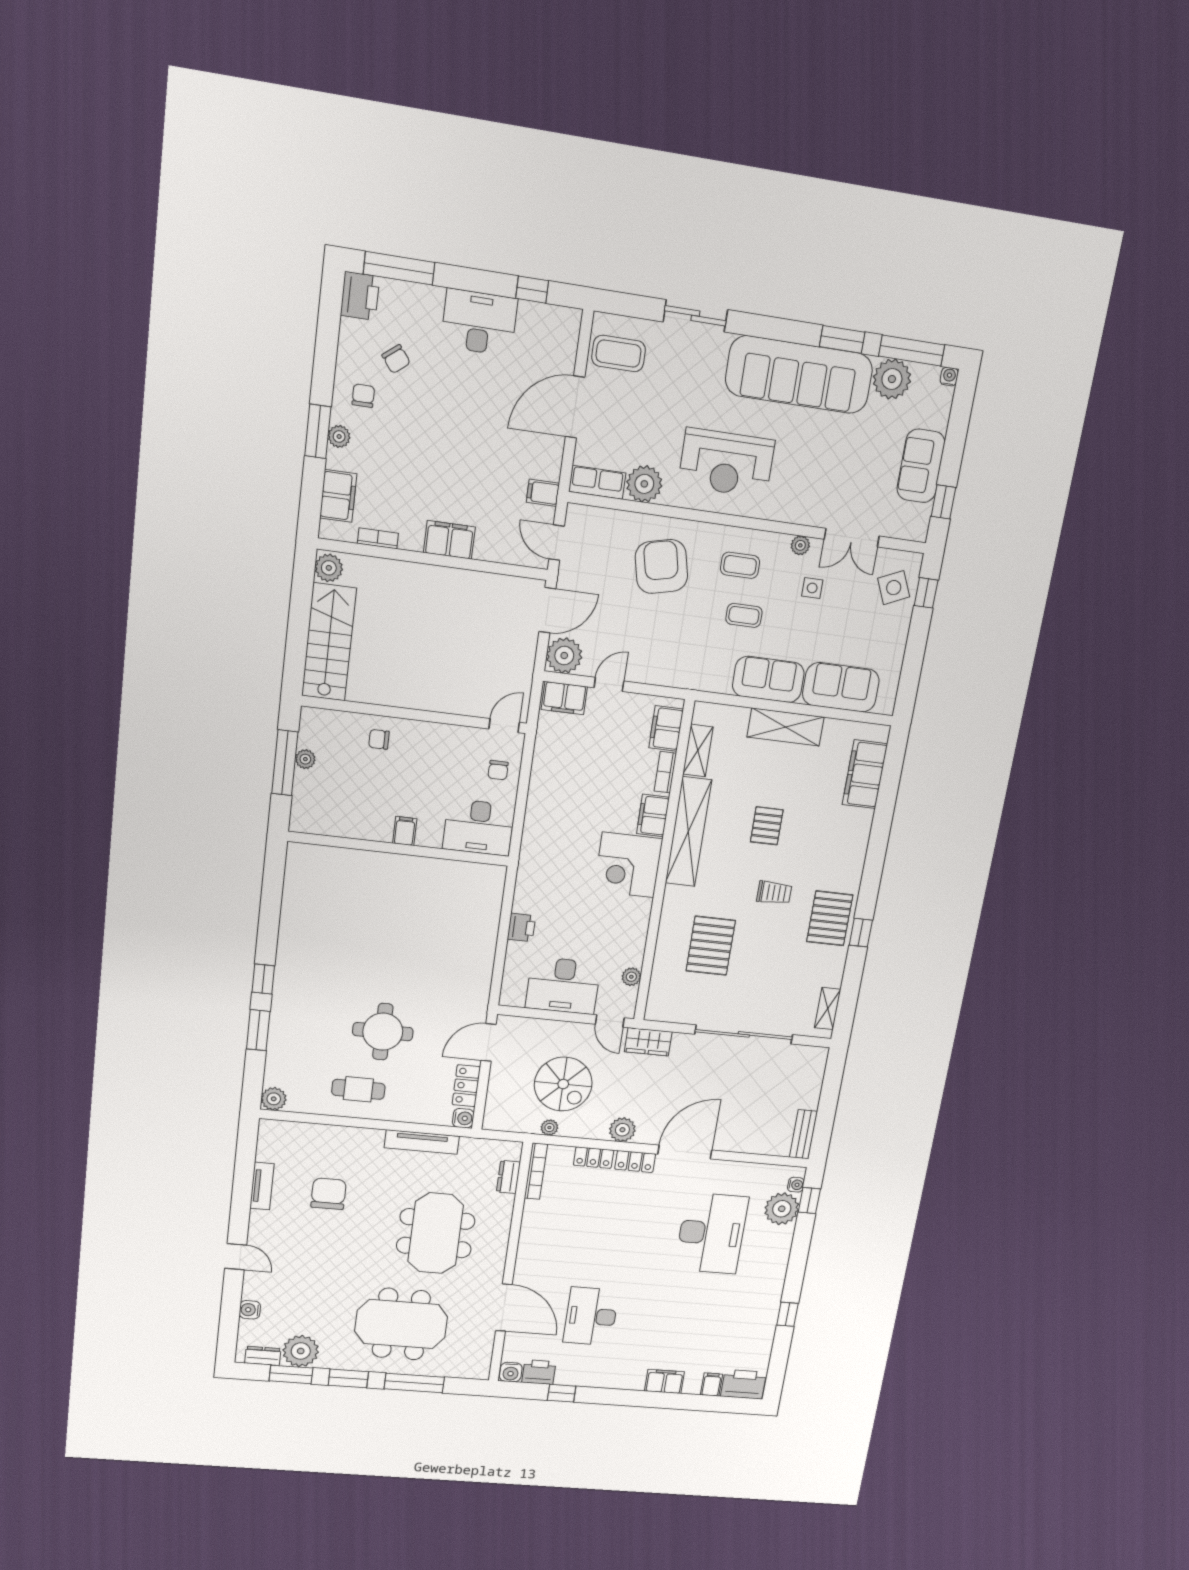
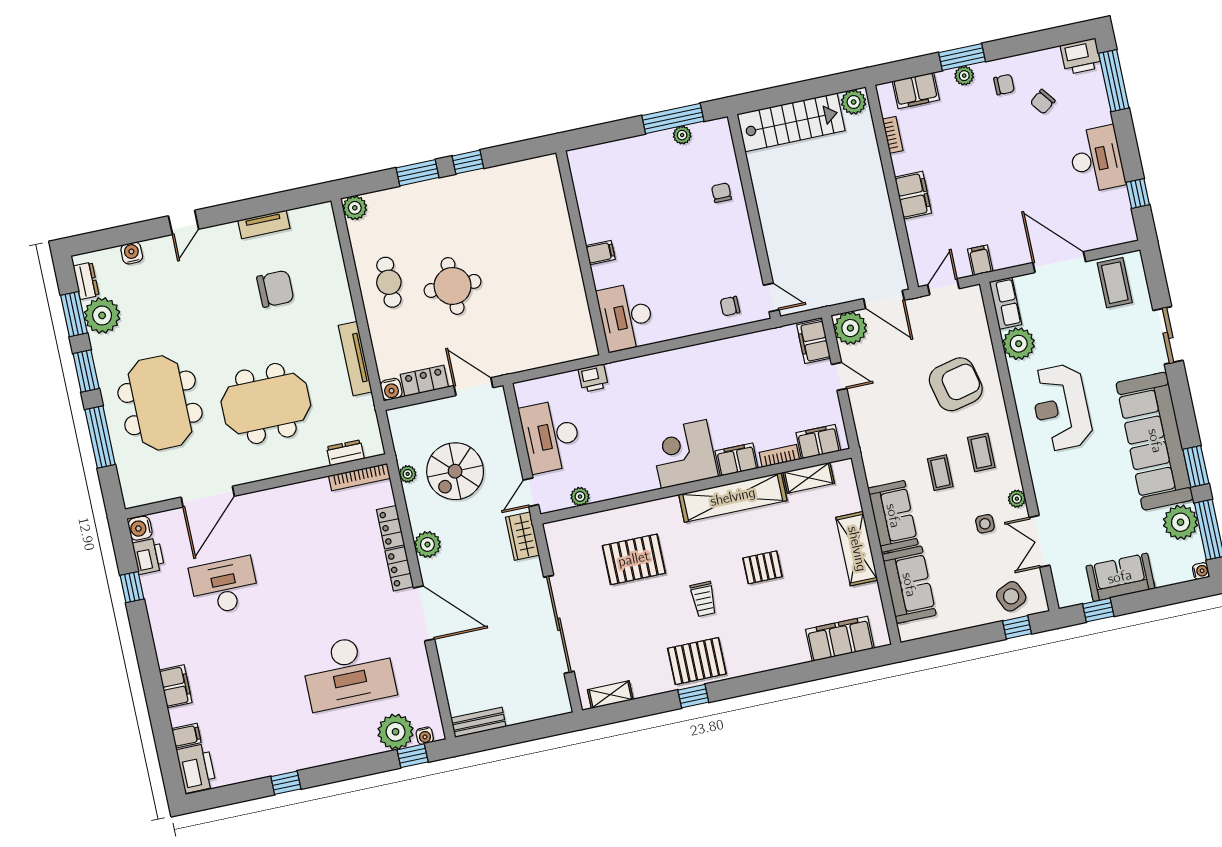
desk: (479, 827) -> (626, 317), moved
filing cabinet: (405, 831) -> (600, 253), moved
wall: (399, 849) -> (582, 253), moved

